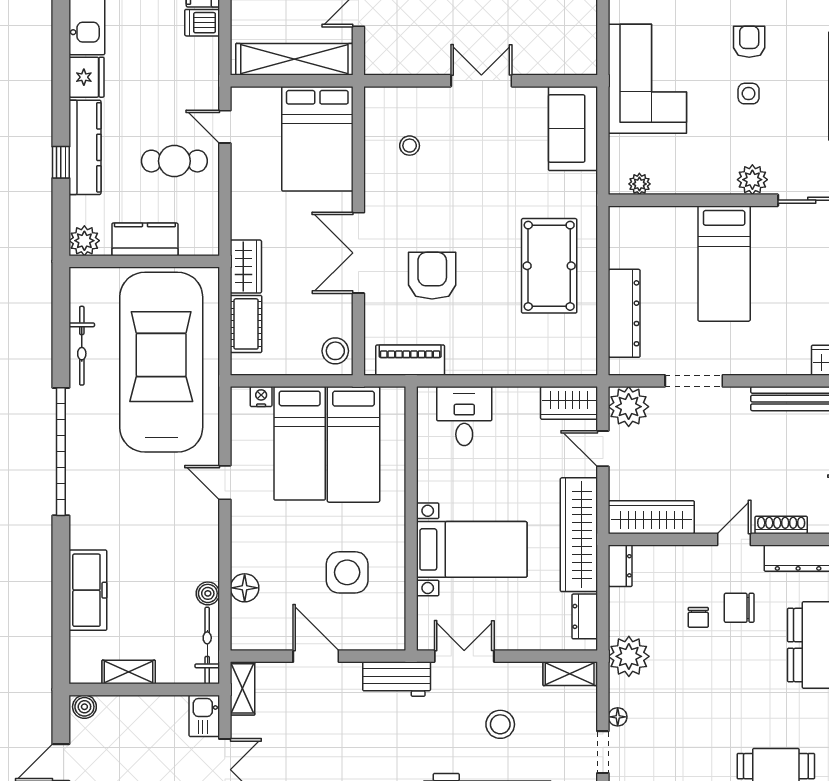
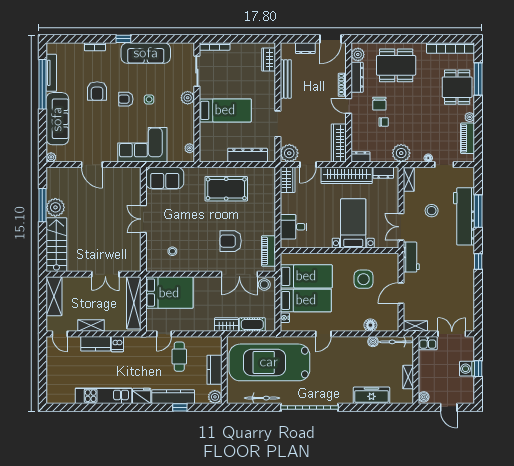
double door: (358, 253) -> (239, 274), moved

